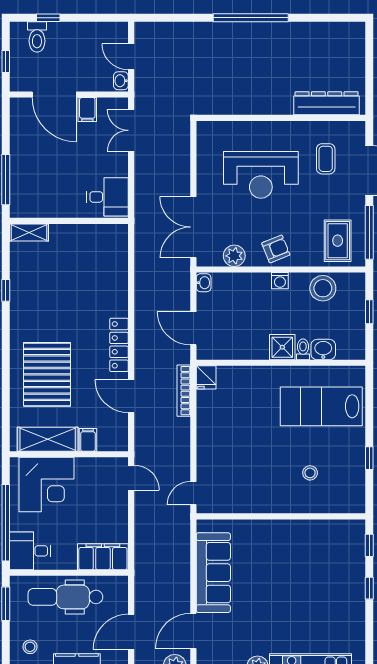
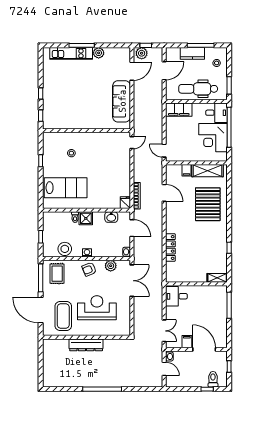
dresser: (327, 103) -> (86, 345), moved
coffee table: (326, 159) -> (63, 316), width x1.86, depth x1.72
locker: (119, 345) -> (170, 248), moved
washbasin: (323, 350) -> (111, 217), moved
corner desk: (47, 484) -> (213, 138), moved, turned -90
dental chair: (65, 597) -> (198, 89), turned 180

